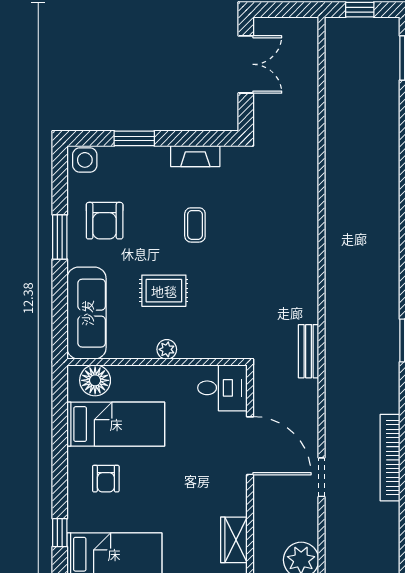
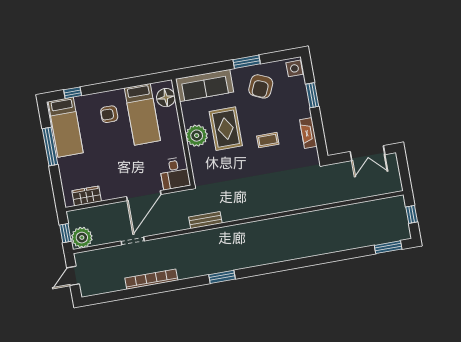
armchair: (105, 221) -> (261, 86), turned -66
rug: (164, 291) -> (226, 129), width x1.36, depth x1.43
plant: (167, 349) -> (197, 136), width x1.87, depth x1.87

